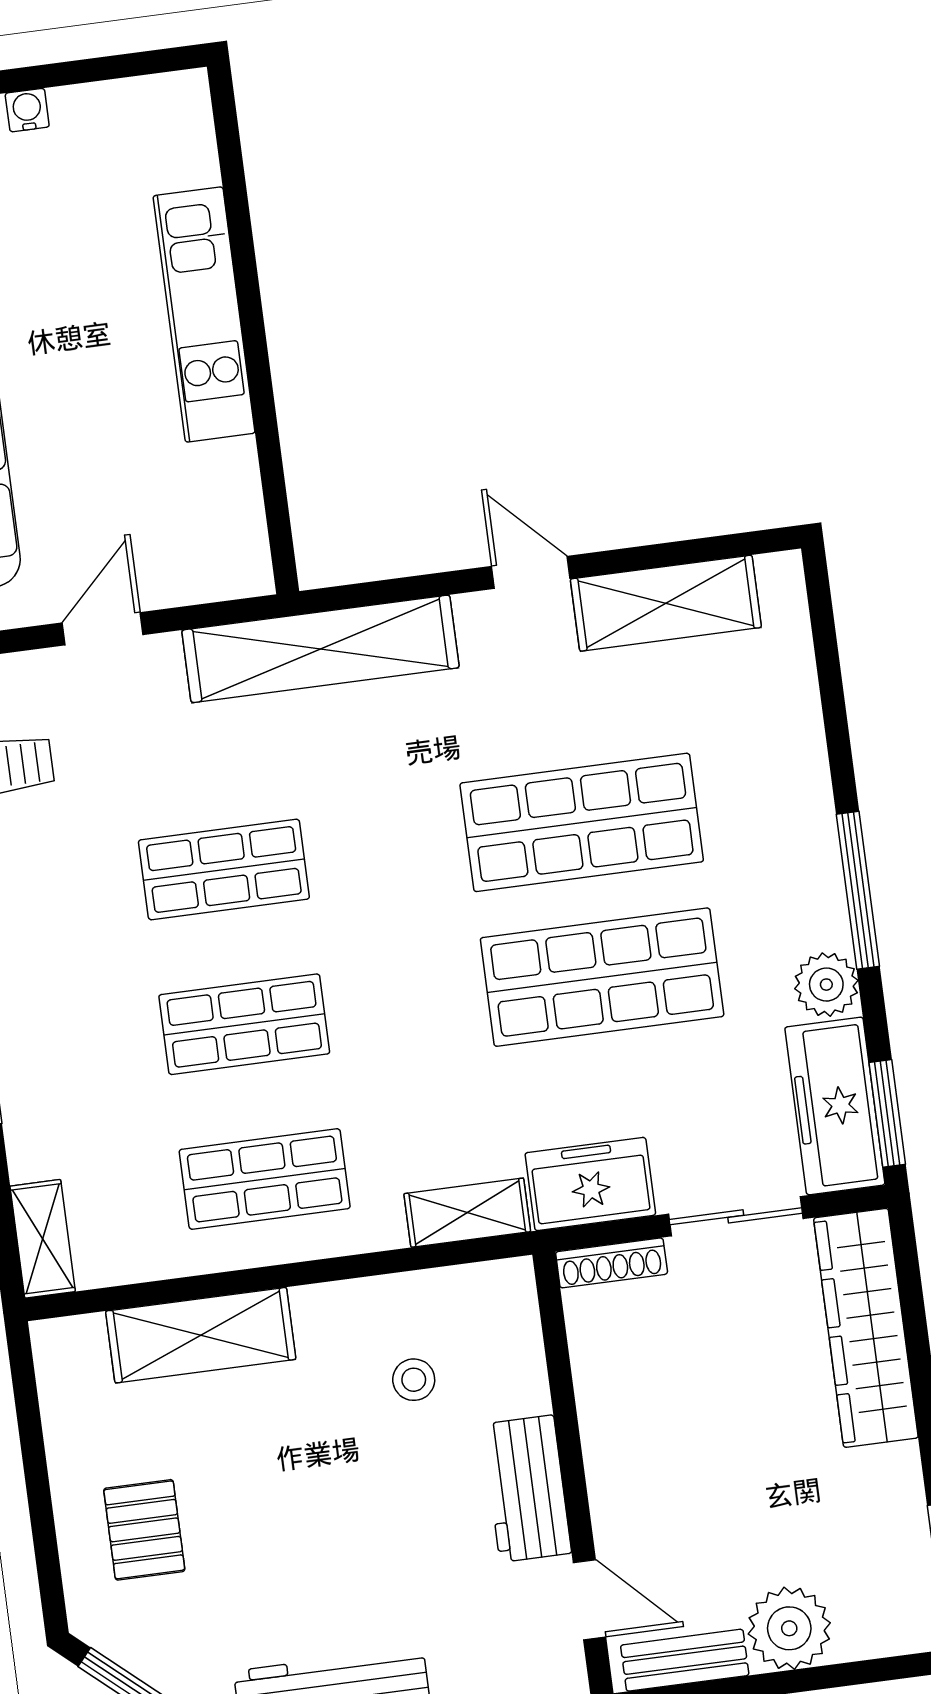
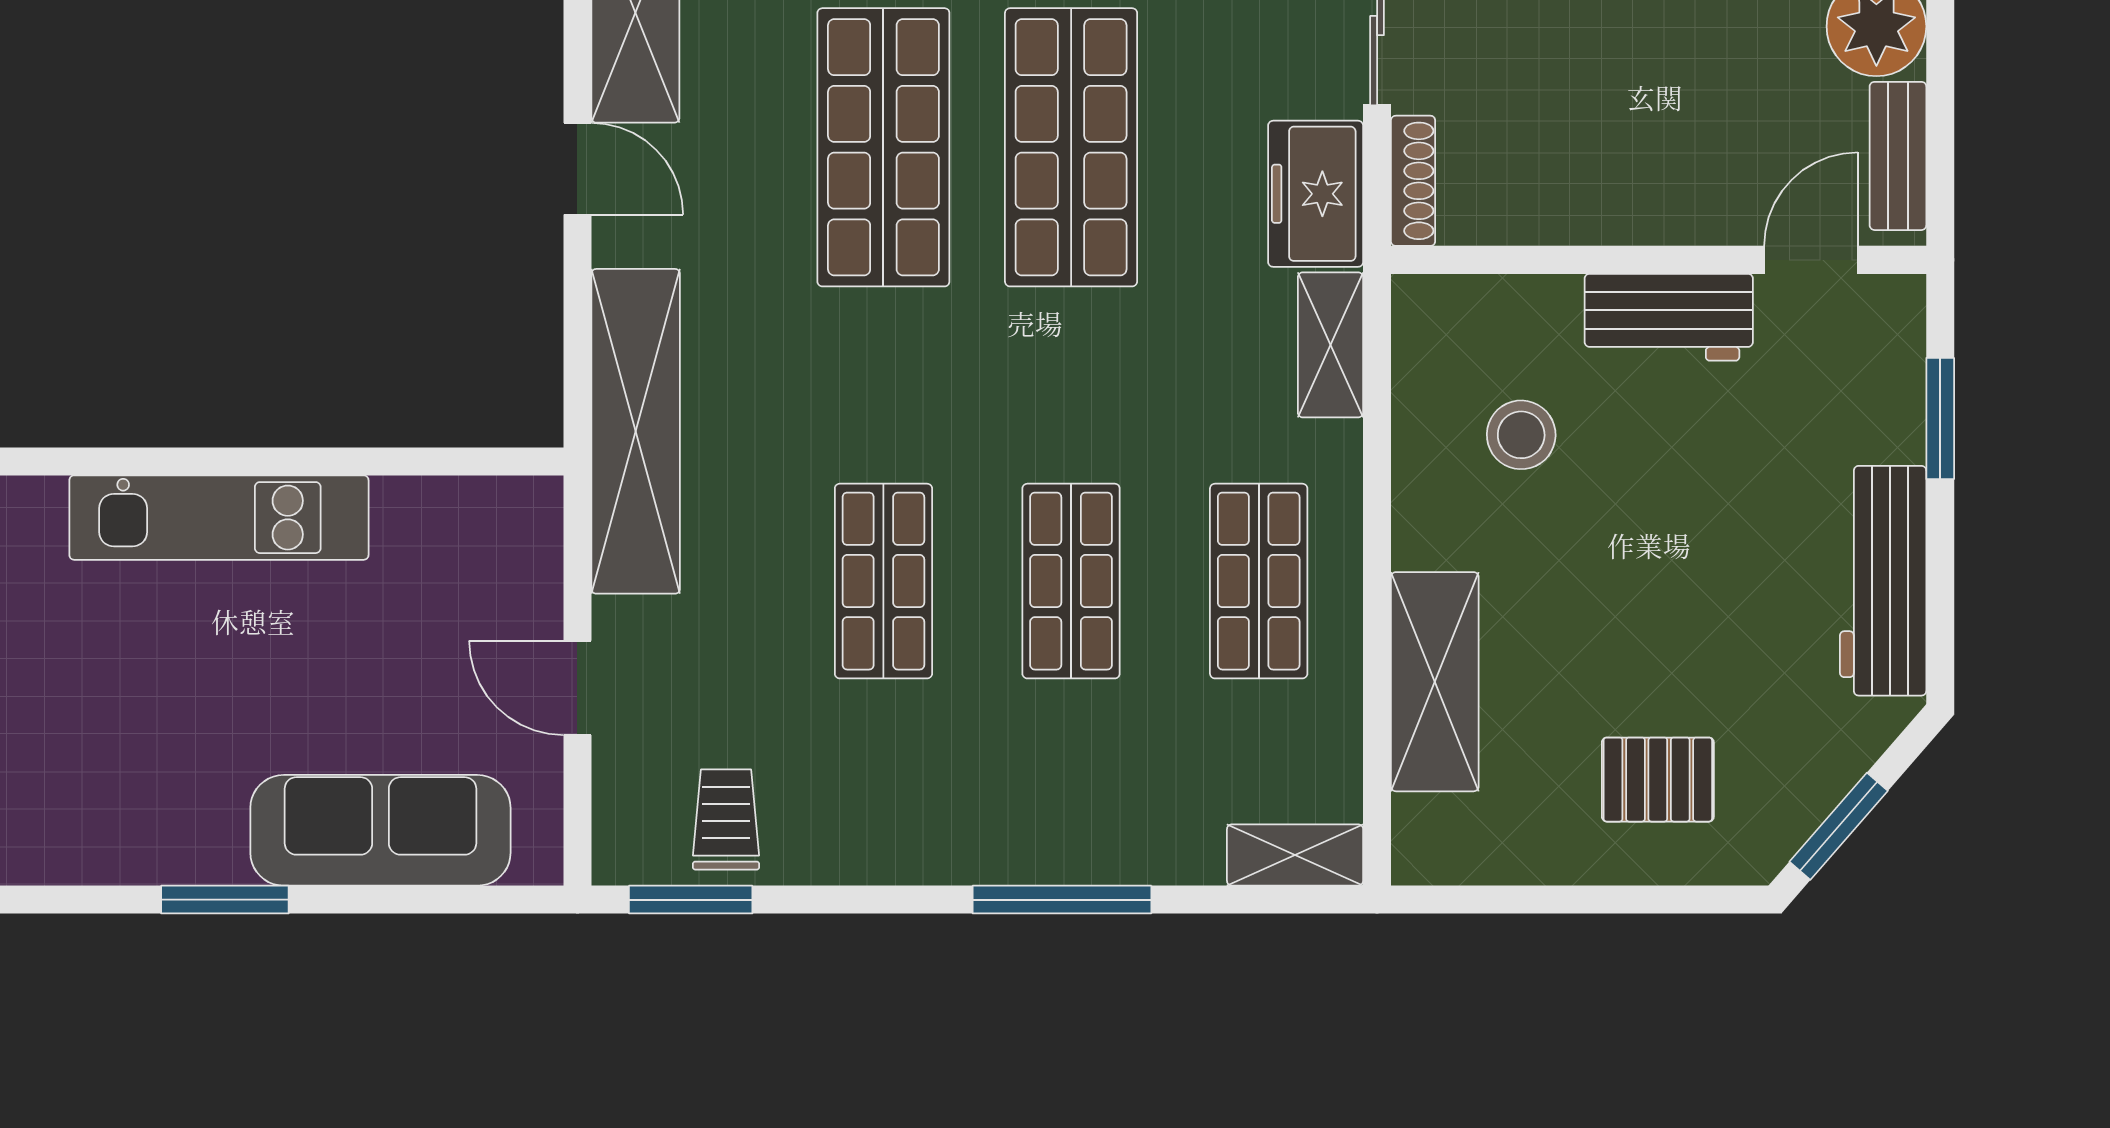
door: (531, 572) -> (577, 169), swing flipped
stool: (414, 1380) -> (1521, 435), width x1.37, depth x1.37

